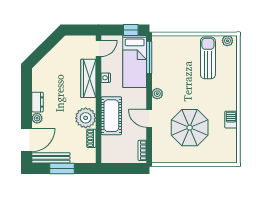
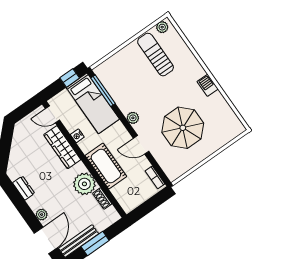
door: (98, 48) -> (53, 114), swing flipped
dresser: (38, 102) -> (24, 188), moved
barbecue: (231, 120) -> (208, 85), moved

